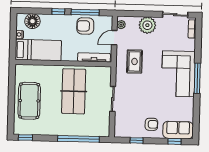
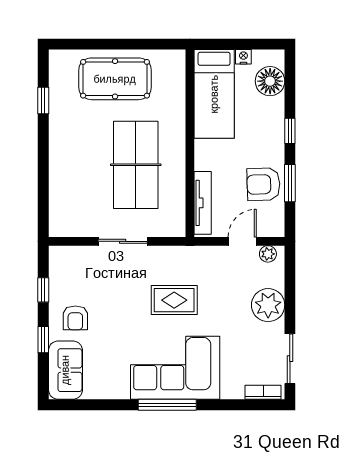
window: (85, 12) -> (290, 183), width x0.69
armchair: (85, 26) -> (263, 184), turned -92
door: (114, 38) -> (242, 241), hinge flipped
rug: (134, 61) -> (174, 300), moved
table tennis table: (74, 91) -> (136, 165), turned 90
window: (25, 137) -> (43, 101), moved
window: (78, 139) -> (43, 177), removed
window: (174, 141) -> (43, 340), moved

